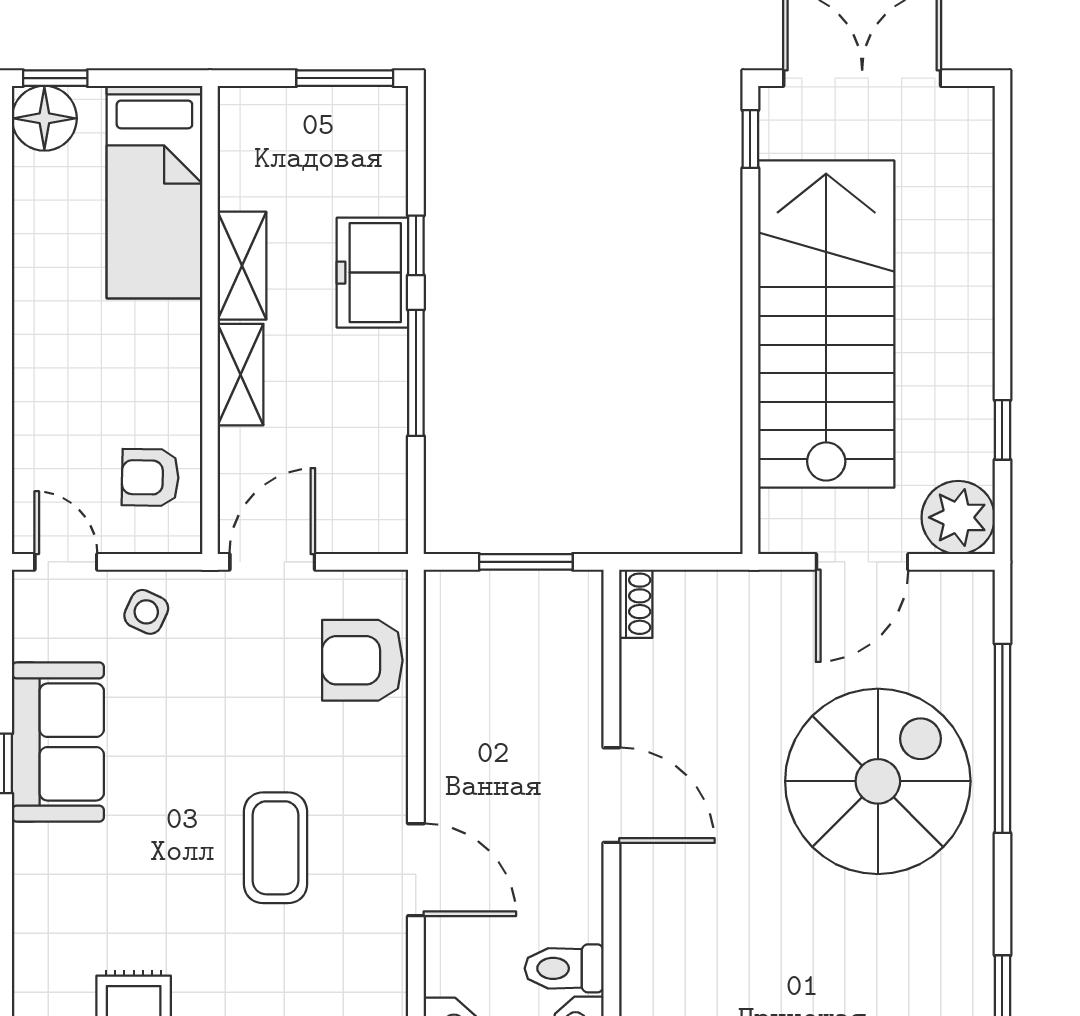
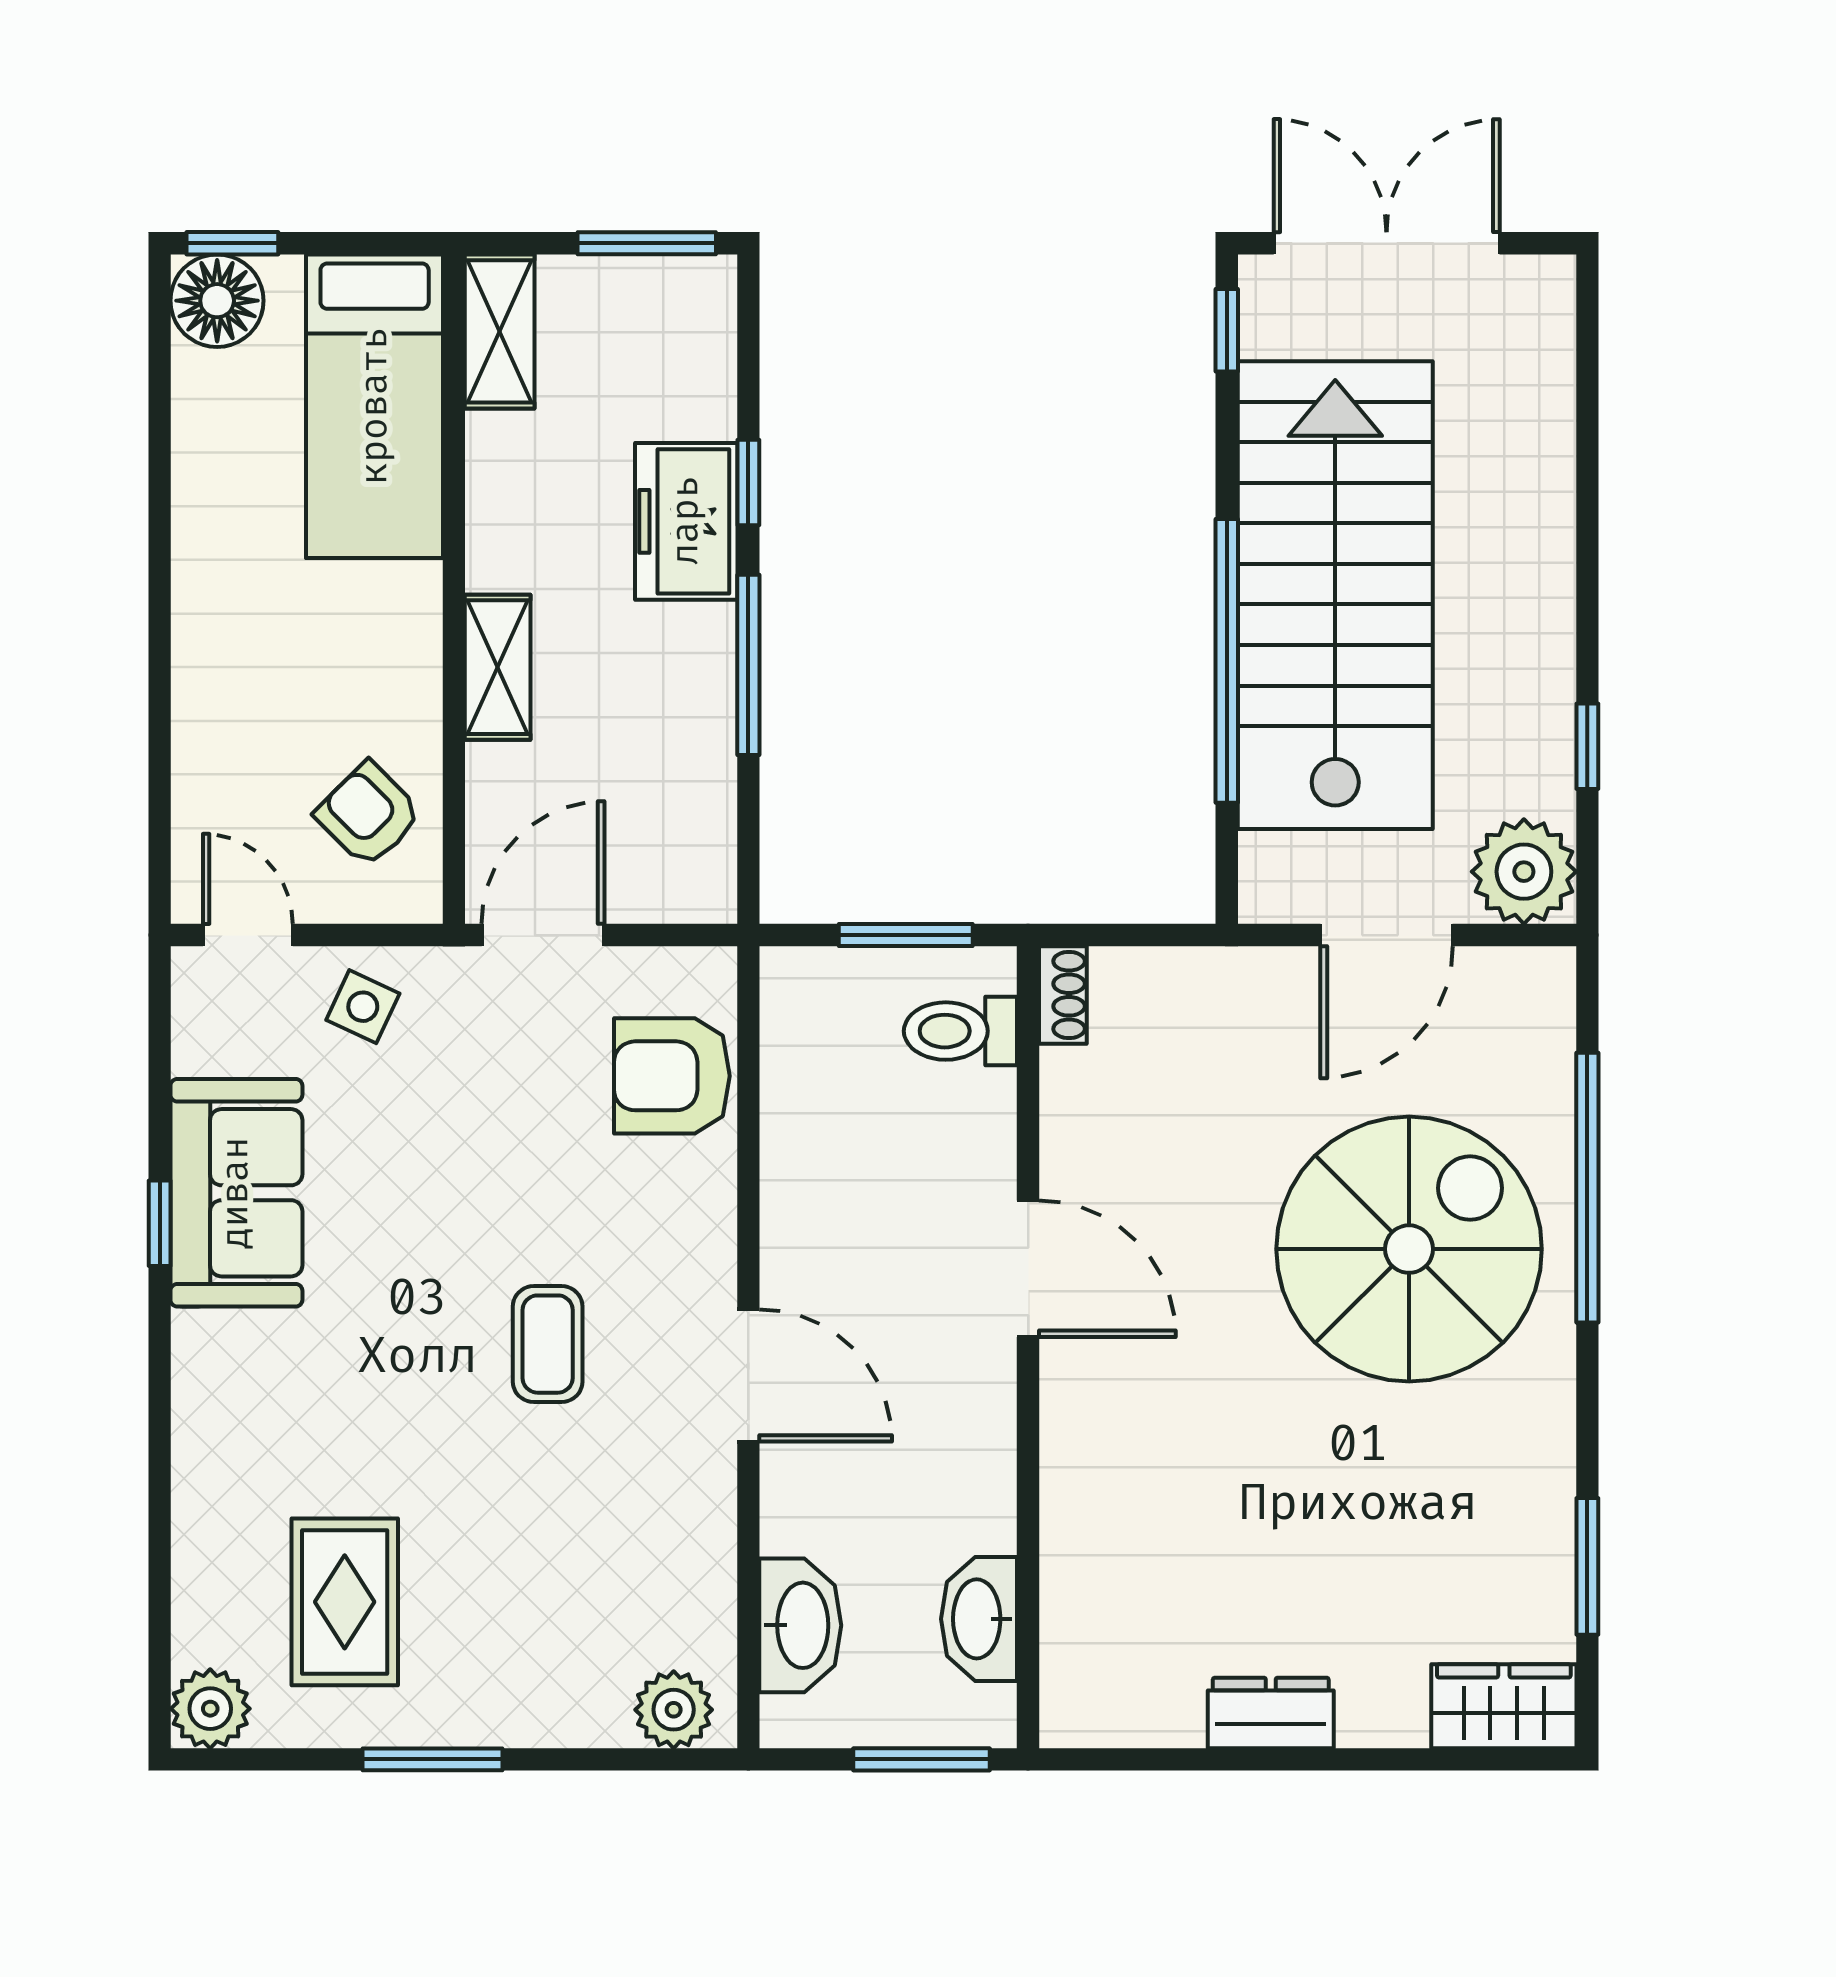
shelving: (242, 266) -> (500, 331), moved
window: (750, 370) -> (1227, 661), added
armchair: (150, 477) -> (369, 814), turned 44
coffee table: (276, 848) -> (548, 1344), width x0.73, depth x0.77
toilet: (564, 968) -> (960, 1031), moved

